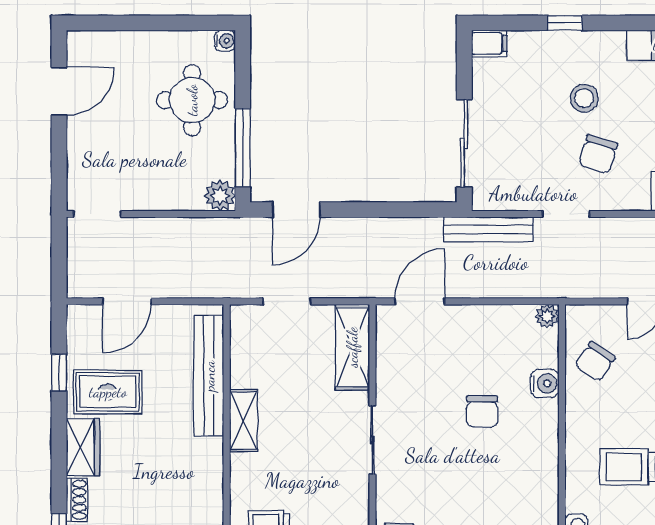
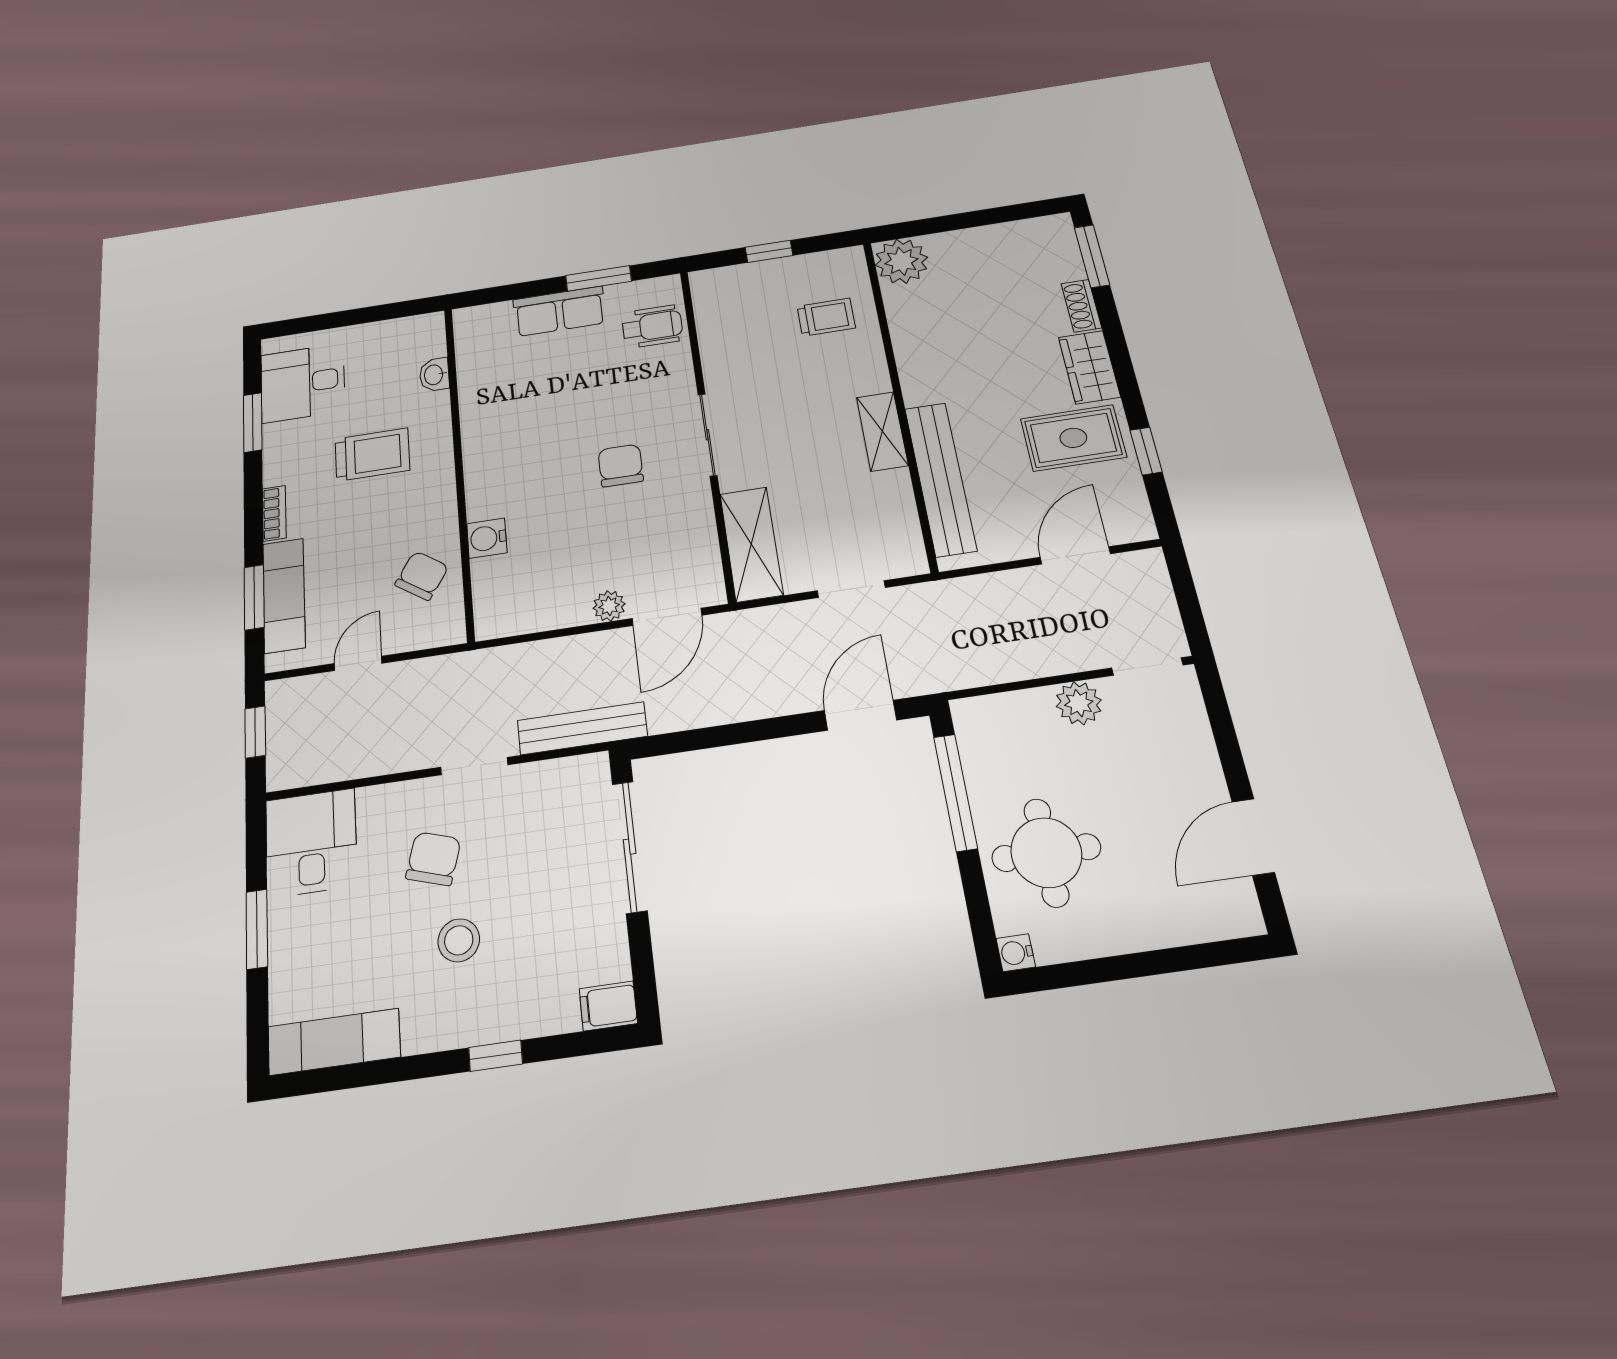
plant: (220, 196) -> (1079, 703), moved
plant: (547, 316) -> (609, 606), moved
chair: (482, 411) -> (621, 466), moved

